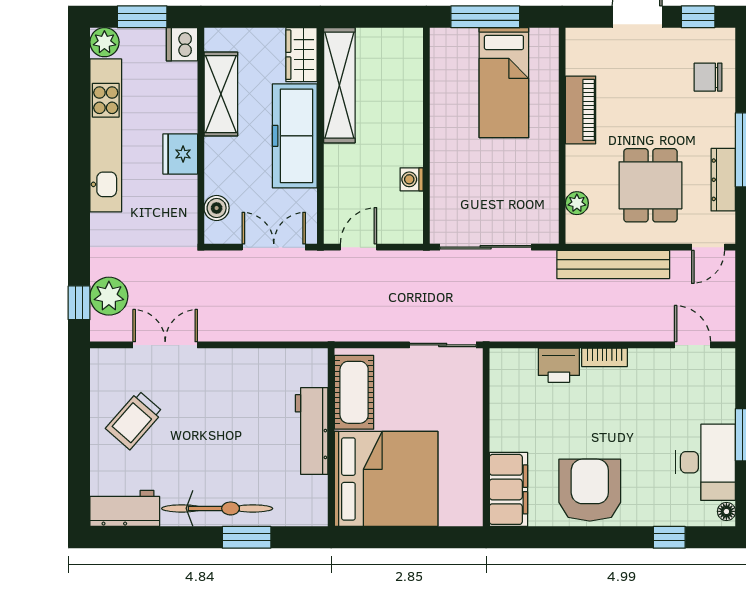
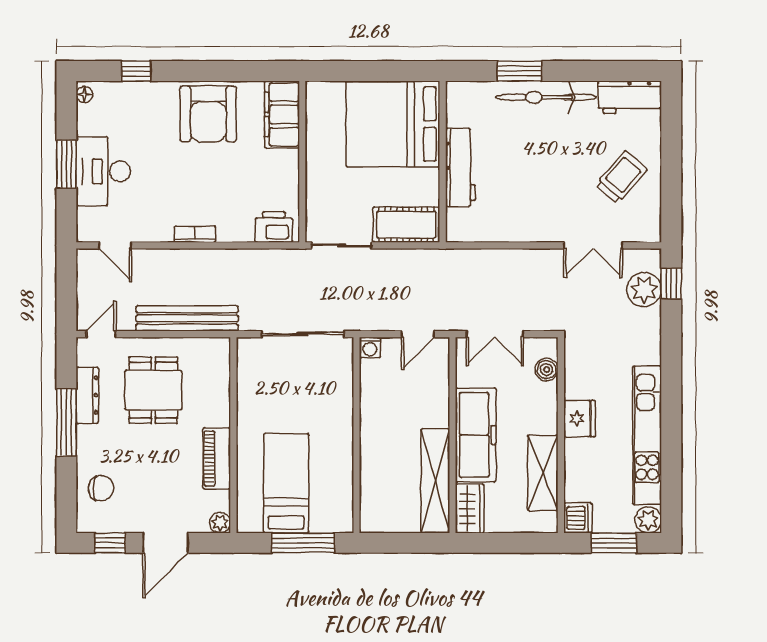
washing machine: (412, 179) -> (370, 347), moved, turned 90
plant: (577, 203) -> (220, 523), moved
printer: (559, 365) -> (274, 227), moved
cot: (354, 392) -> (406, 225), moved, turned 90
desk: (706, 462) -> (103, 171), moved

